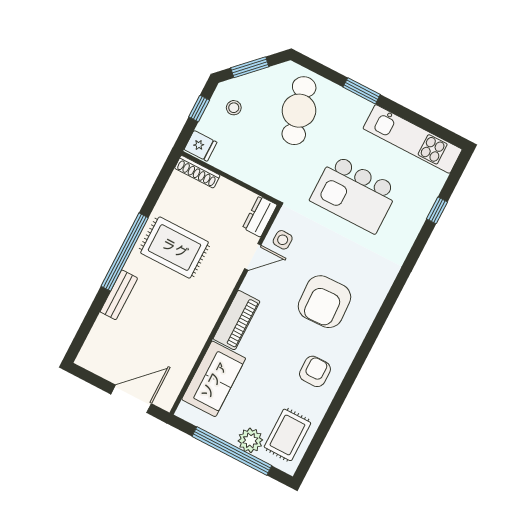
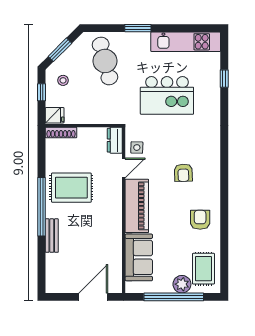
armchair: (324, 302) -> (183, 173), width x0.53, depth x0.53
piano: (236, 320) -> (137, 206), width x1.37, depth x1.33

